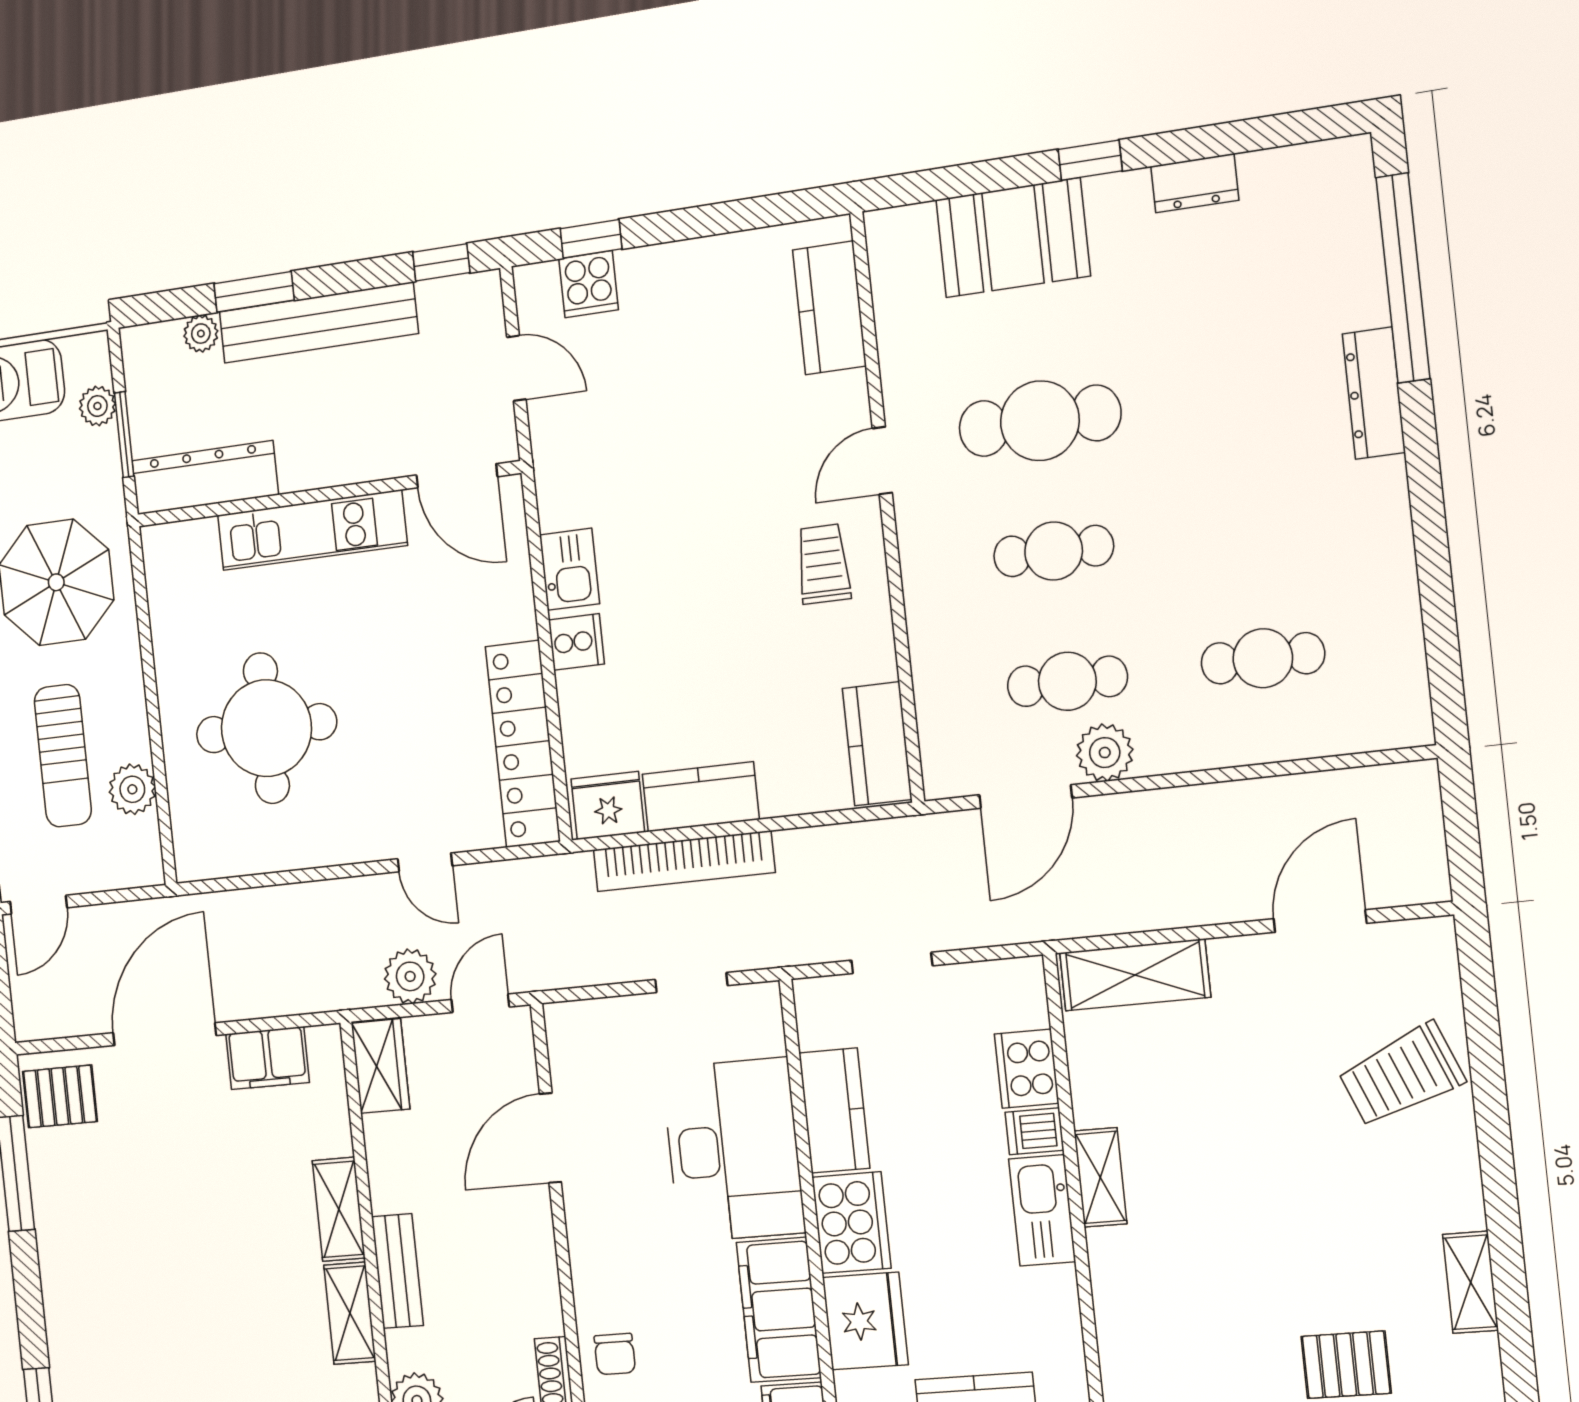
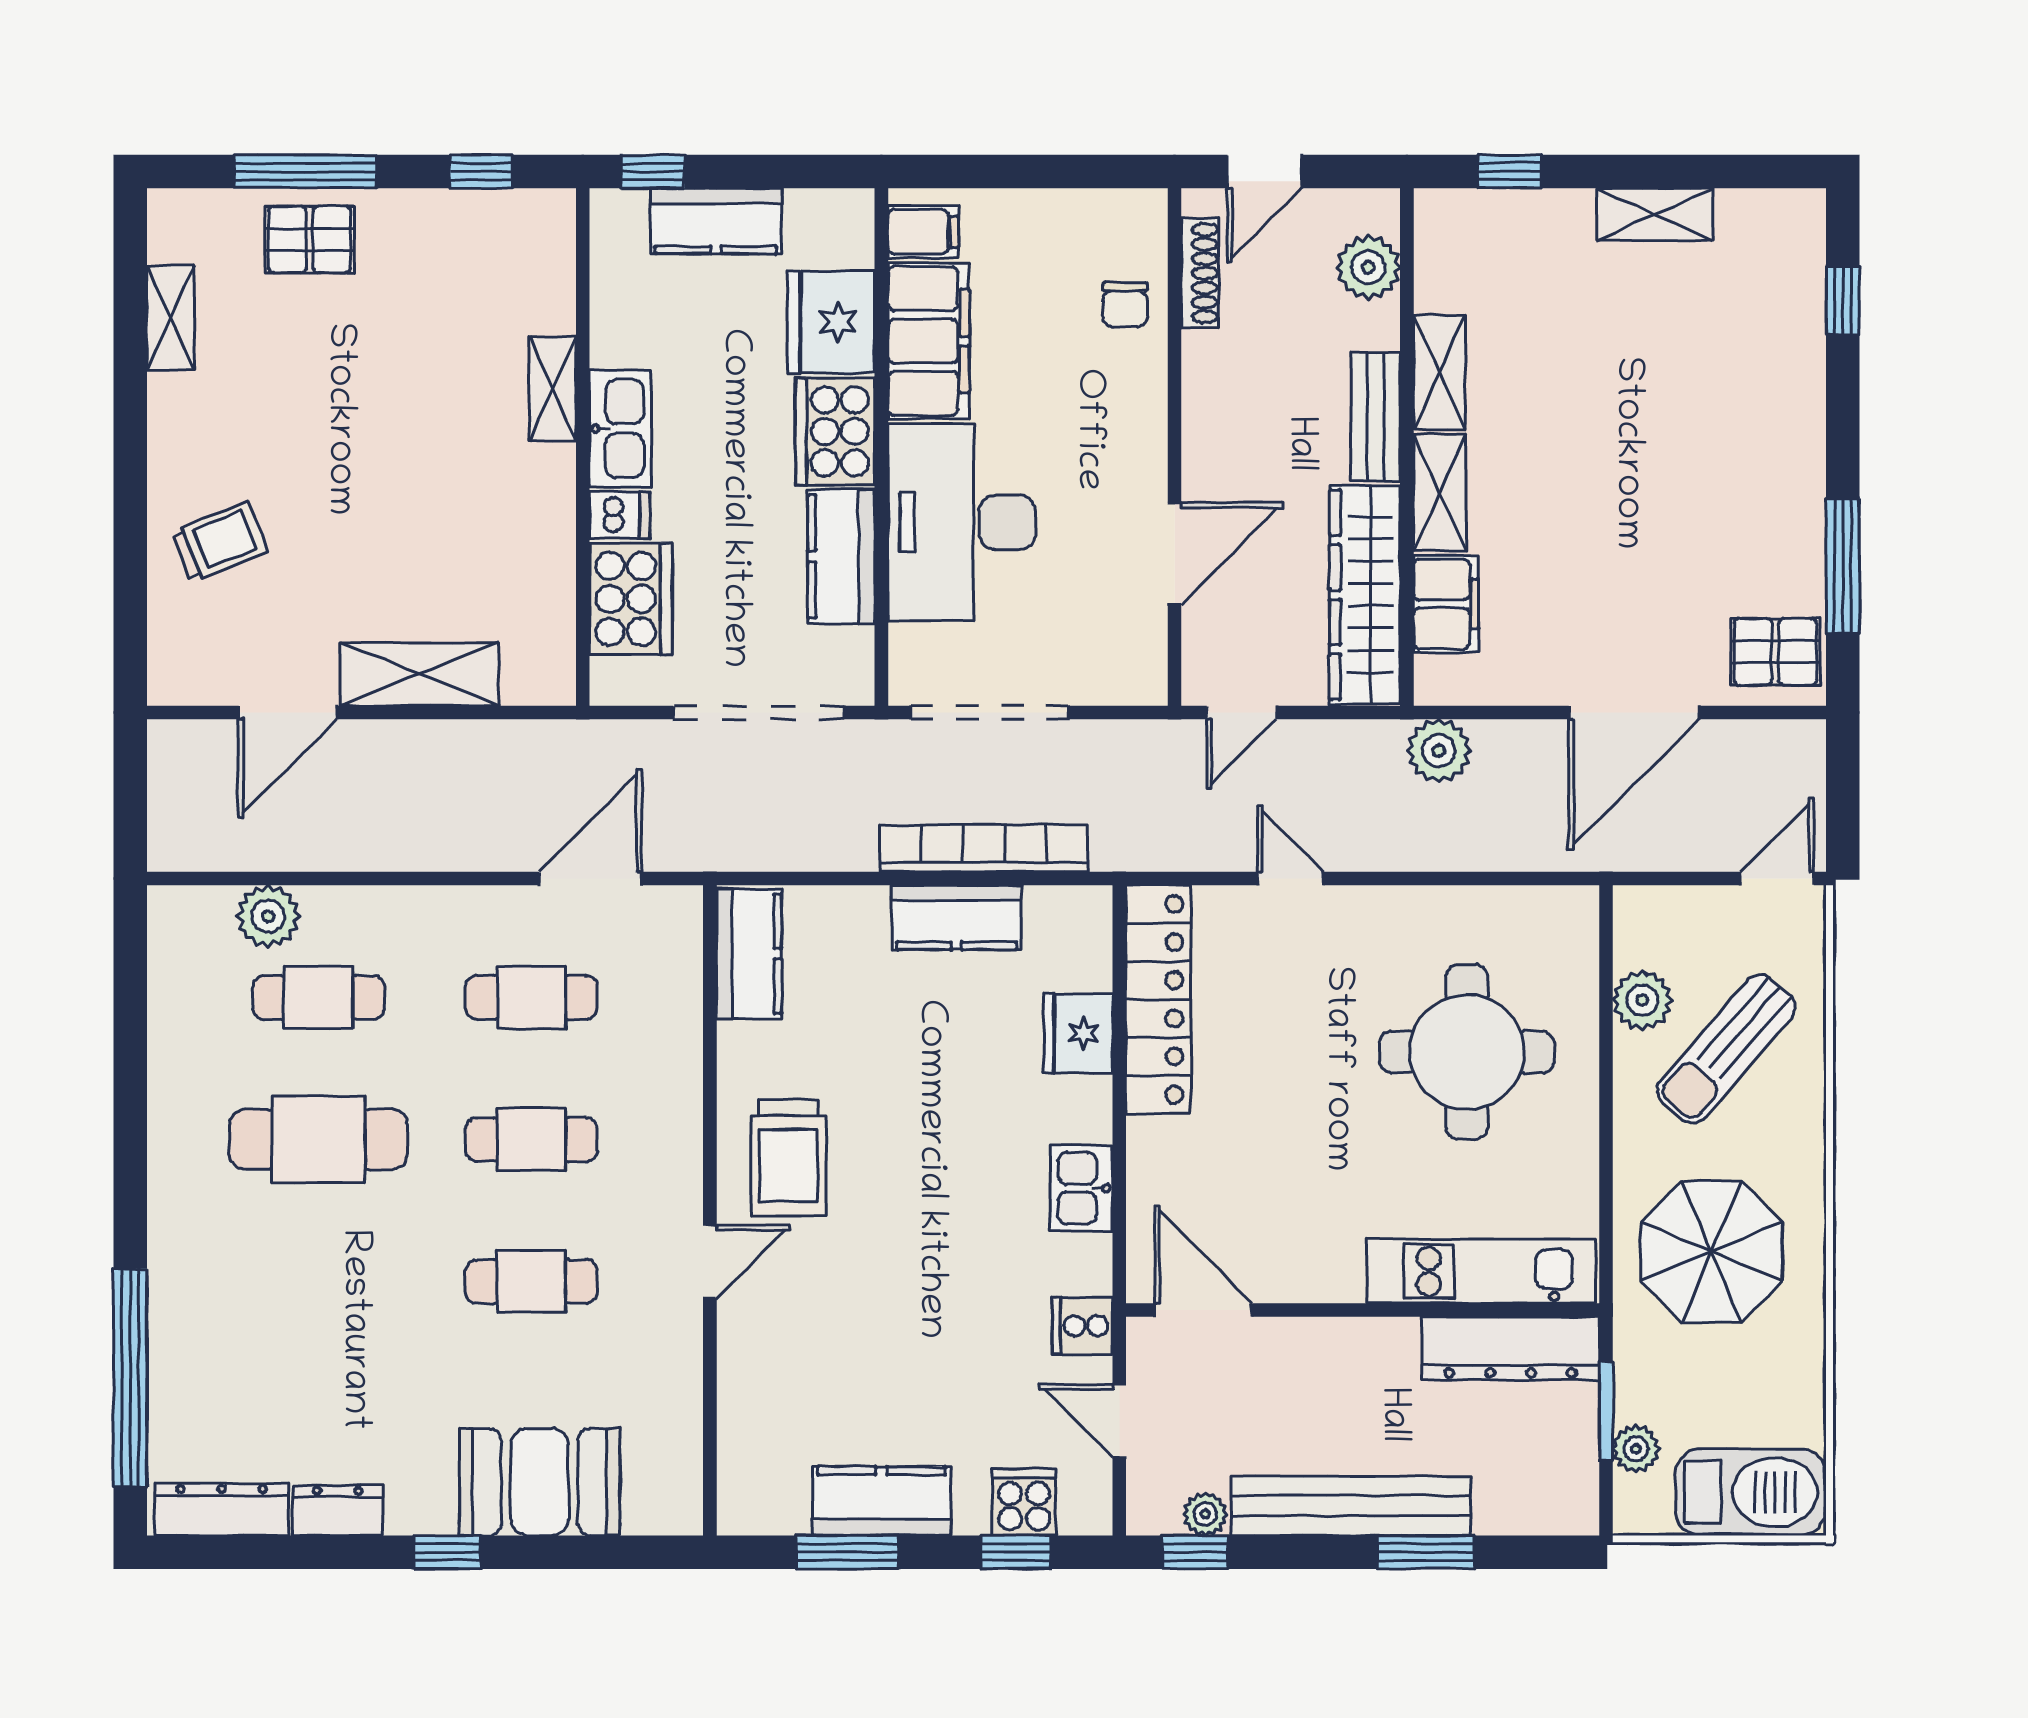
window: (735, 216) -> (847, 1552), added
kitchen counter: (829, 308) -> (881, 1501), moved, turned -90
plant: (201, 334) -> (1205, 1514), moved
dresser: (1374, 393) -> (222, 1509), moved, turned -90
cafe table: (1040, 421) -> (531, 1281), width x0.73, depth x0.74
cafe table: (1249, 526) -> (319, 1139), added
kitchen unit: (312, 530) -> (1481, 1271), moved
trolley: (823, 564) -> (788, 1157), width x1.36, depth x1.39
cooker: (576, 642) -> (1082, 1326), moved
plant: (1105, 753) -> (268, 916), moved
sun lounger: (63, 756) -> (1726, 1049), turned -139
fridge: (608, 806) -> (1078, 1033), moved, turned 90
doorway: (892, 963) -> (759, 712), width x1.88
shelving: (1135, 975) -> (419, 674), moved
plant: (410, 976) -> (1439, 751), moved
doorway: (691, 983) -> (990, 712), width x1.87
filing cabinet: (267, 1058) -> (1446, 604), moved, turned 90
wardrobe: (381, 1066) -> (1365, 595), width x2.10, depth x1.17
cooker: (1027, 1069) -> (631, 599), width x1.37, depth x1.31
trolley: (1401, 1075) -> (220, 542), width x0.73, depth x0.72
shelving: (1100, 1177) -> (552, 389), moved
chair: (615, 1354) -> (1125, 305), turned 180

